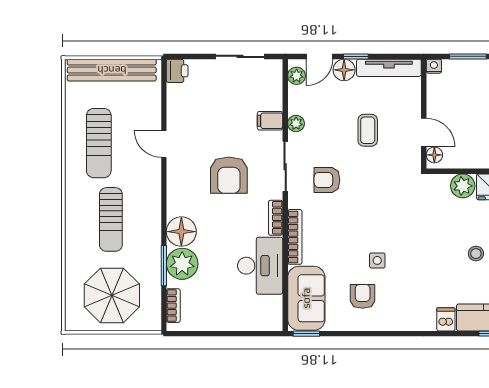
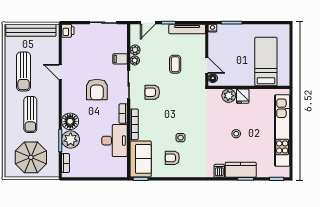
floor lamp: (344, 70) -> (162, 30), removed
plant: (297, 76) -> (135, 50), moved
armchair: (363, 296) -> (172, 158), turned -90

